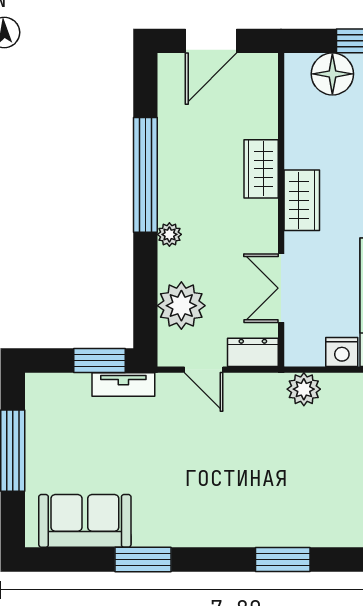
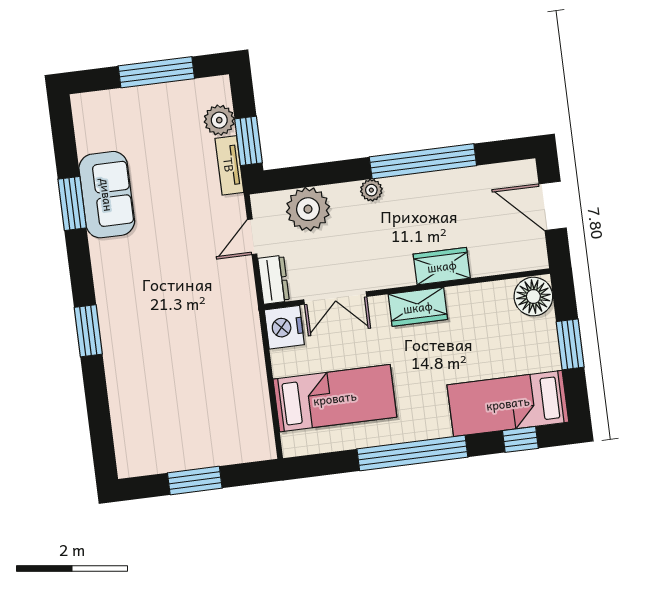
floor lamp: (332, 74) -> (533, 297), moved
double door: (281, 288) -> (335, 298), swing flipped
nightstand: (342, 352) -> (284, 327), moved, width x1.36, depth x1.33
plant: (304, 389) -> (219, 120), moved
sofa: (85, 521) -> (107, 195), moved

